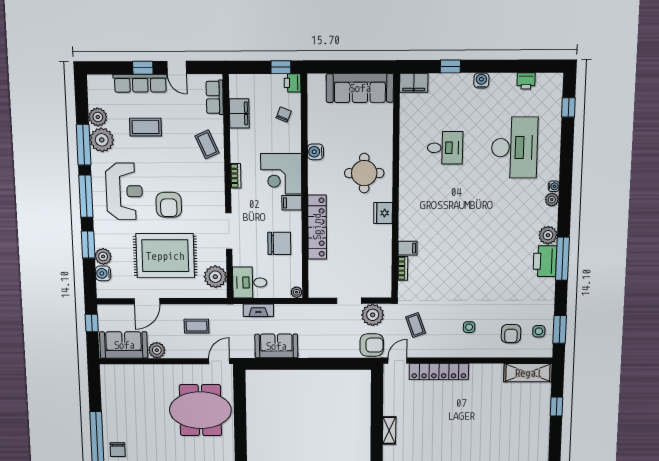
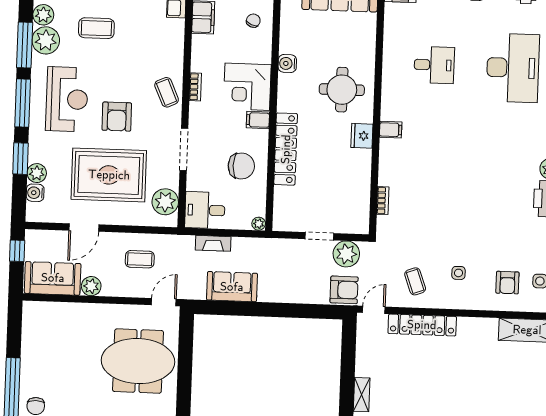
coffee table: (207, 144) -> (167, 92), moved
filing cabinet: (408, 248) -> (391, 130), moved
coffee table: (416, 325) -> (415, 281), moved

